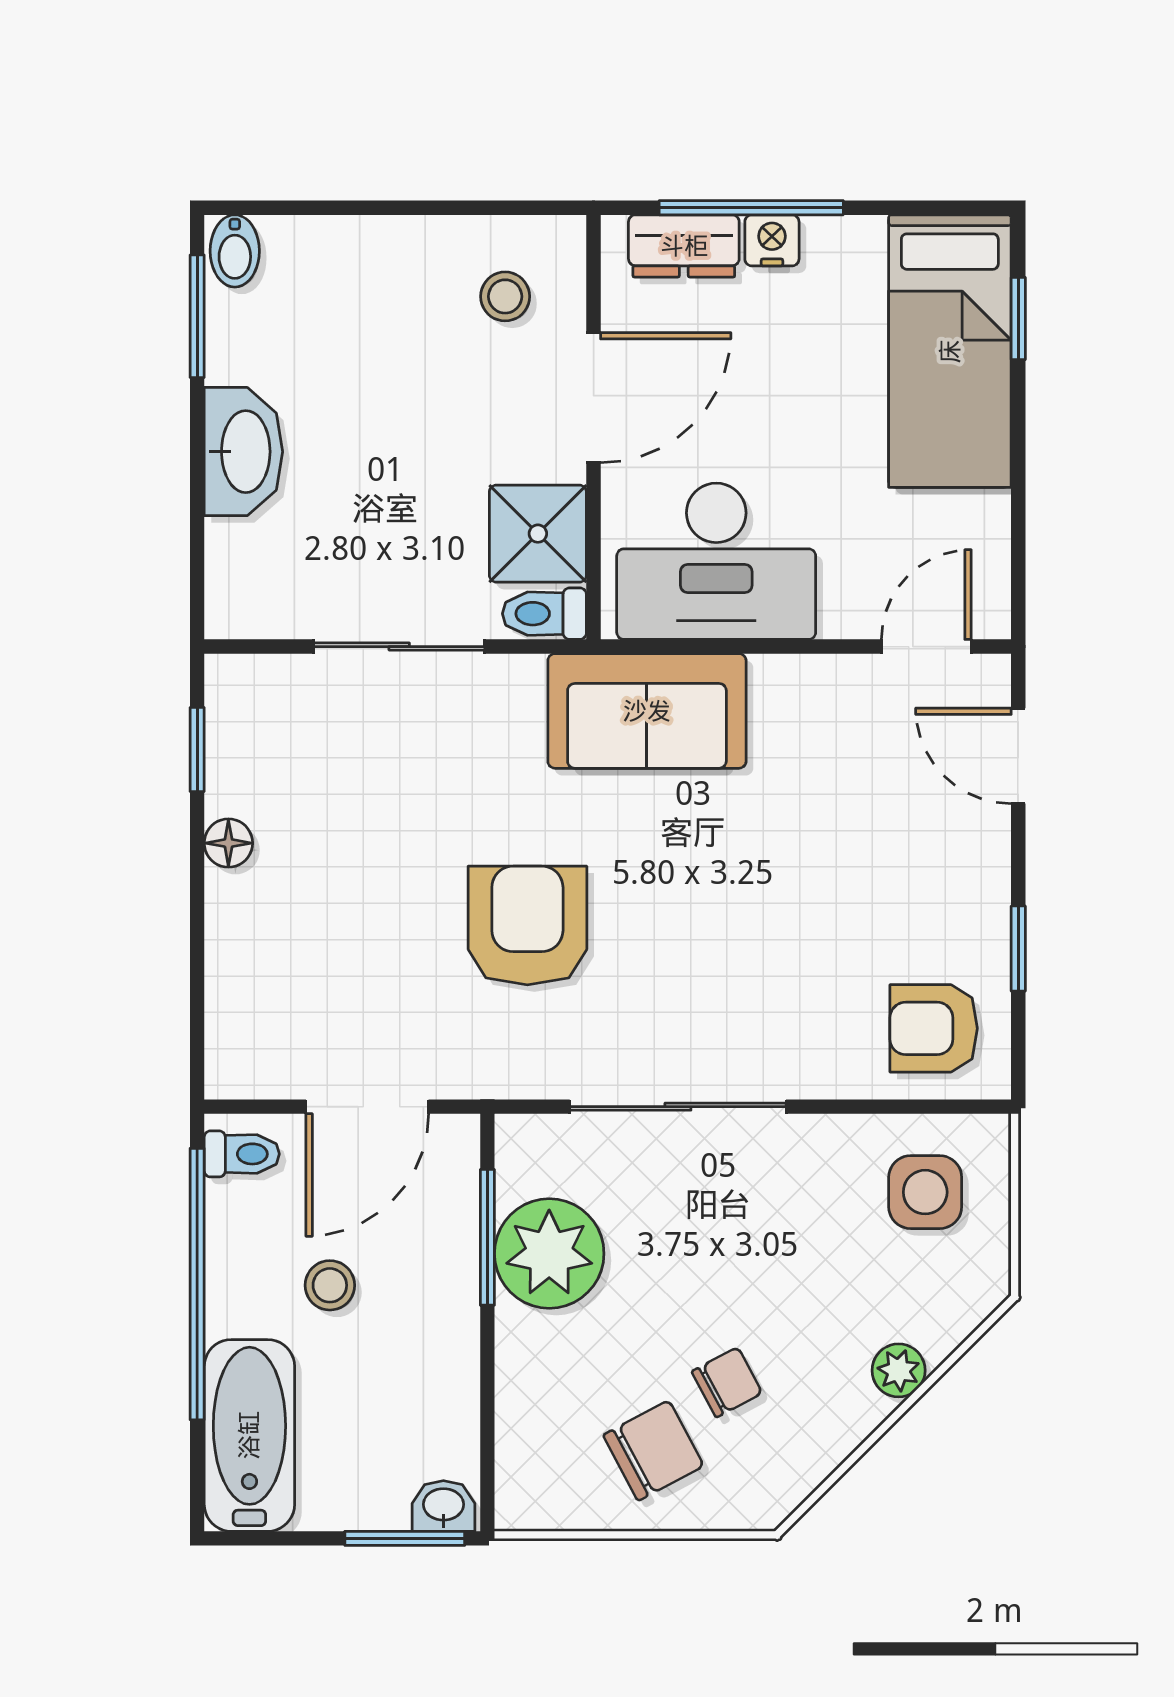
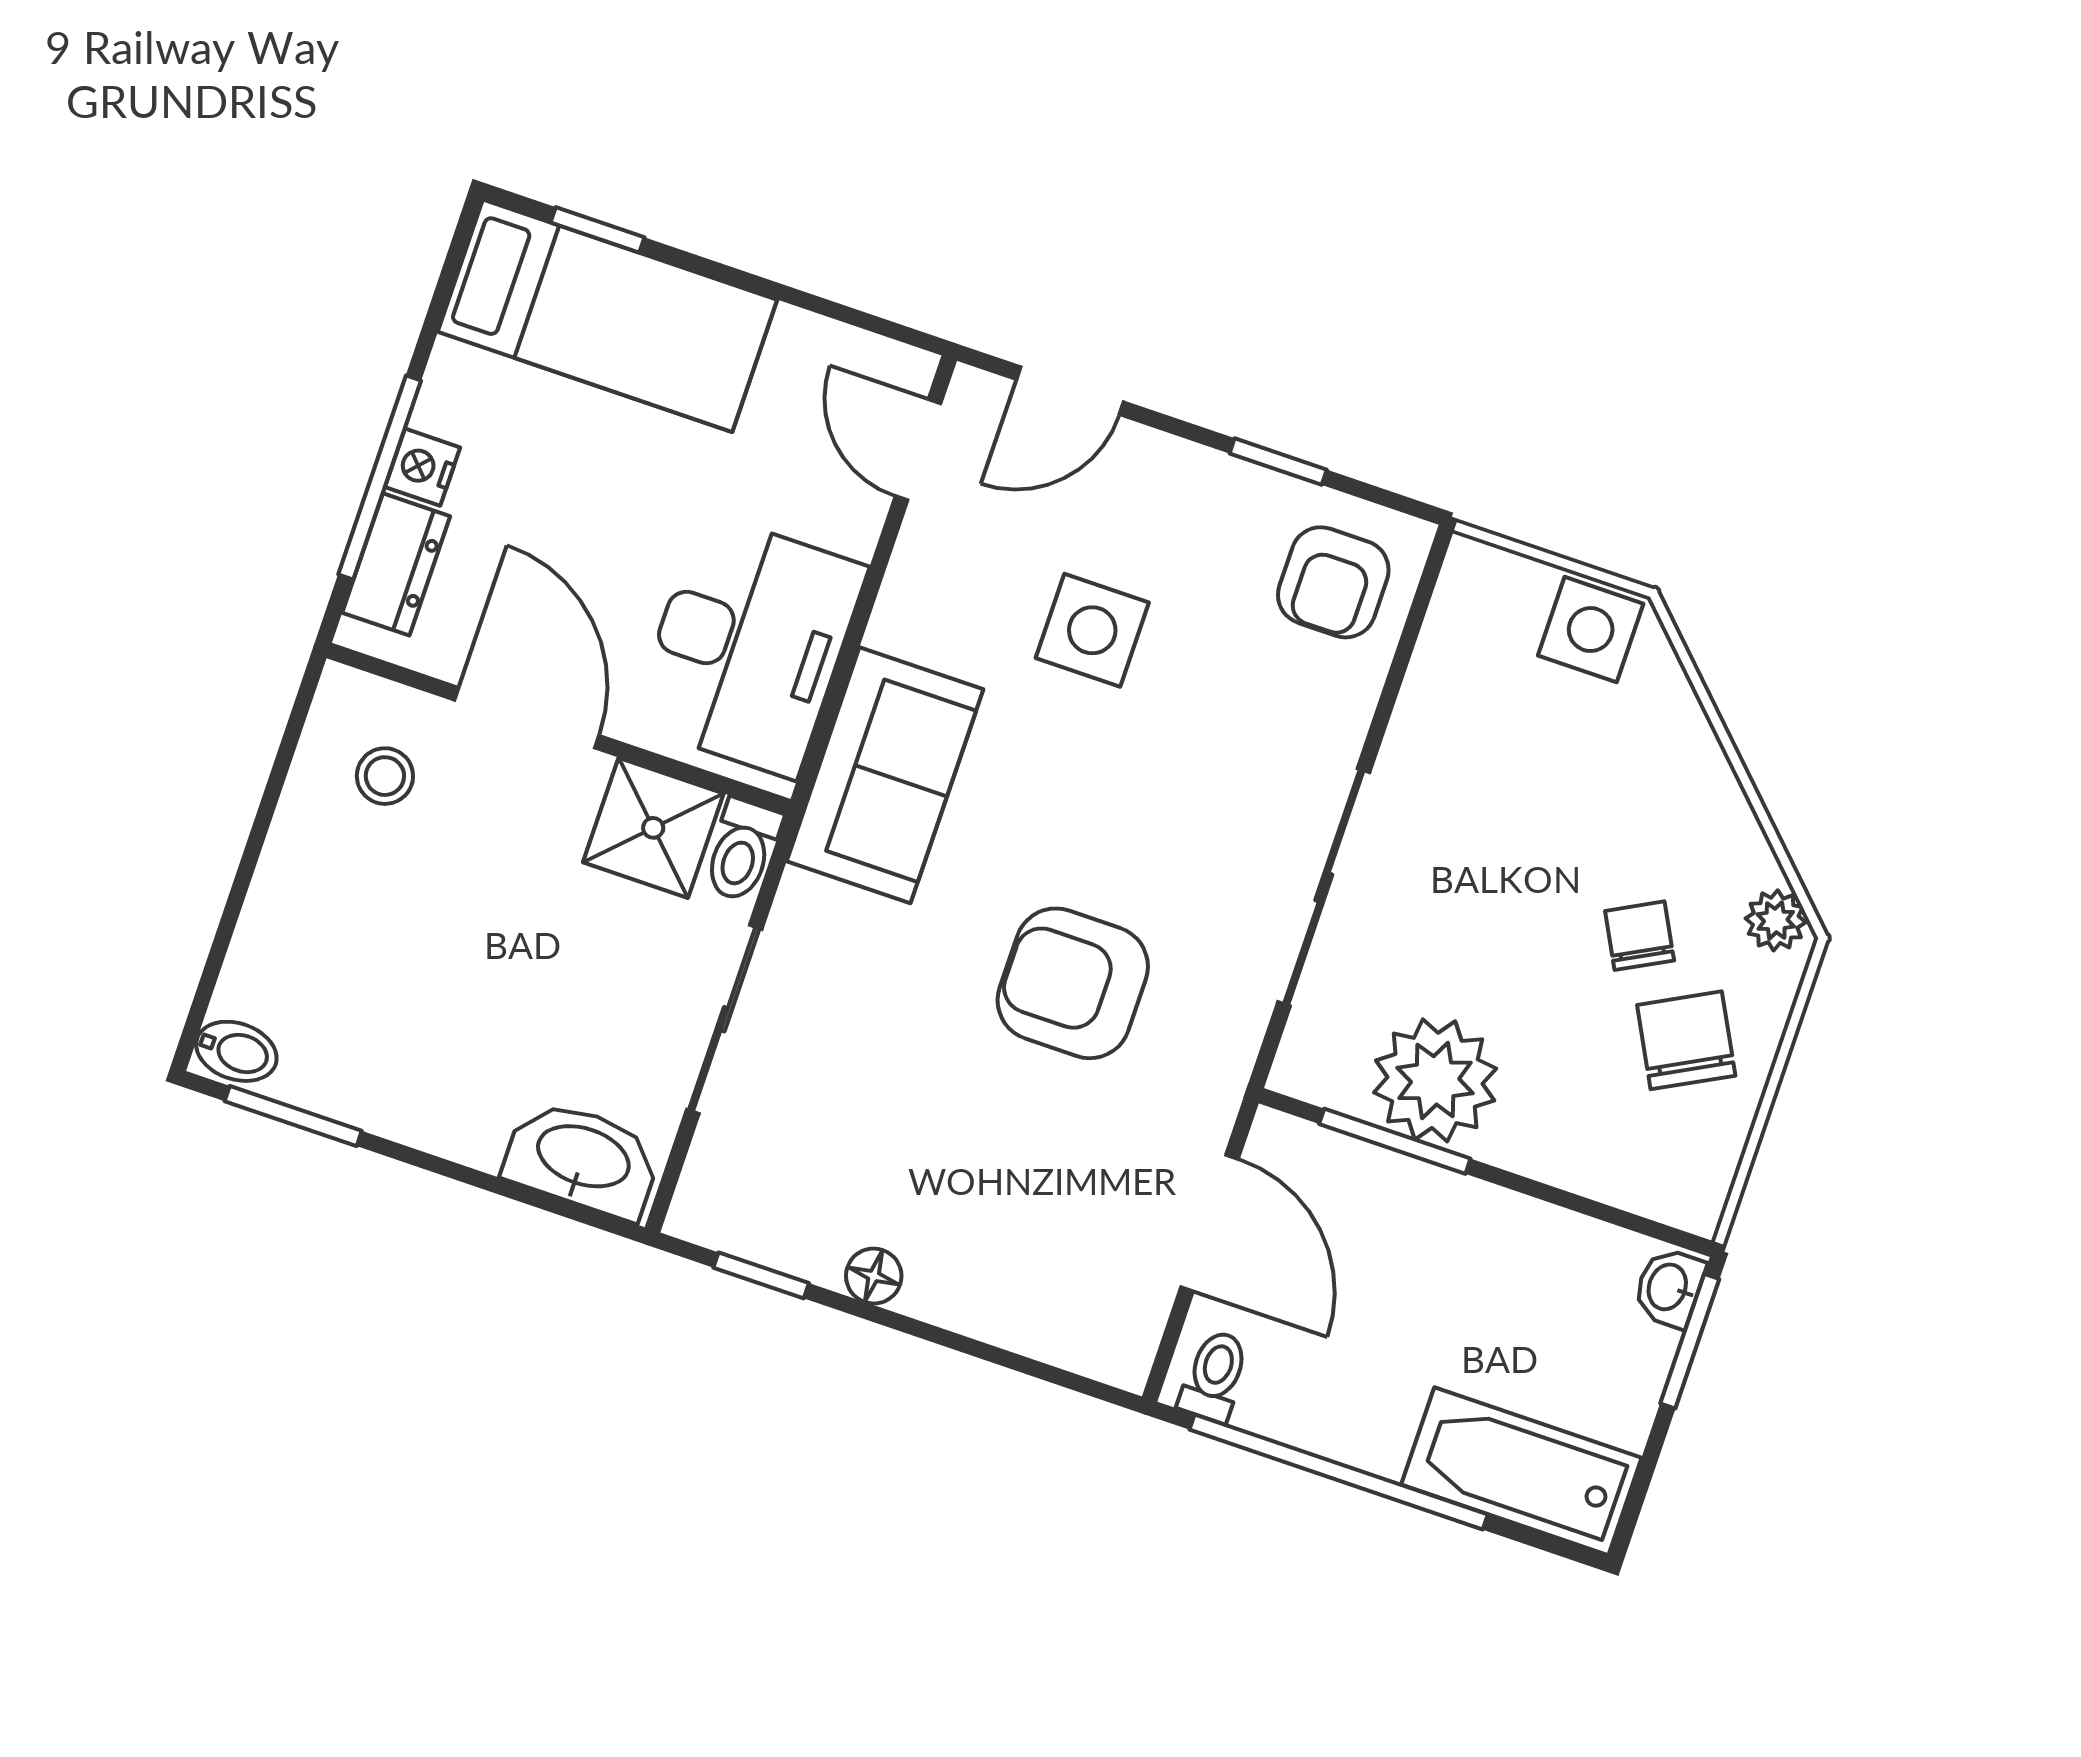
washbasin: (243, 452) -> (583, 1159), moved
side table: (826, 842) -> (1092, 630), added
side table: (925, 1192) -> (1591, 630), moved
stool: (330, 1285) -> (1389, 1329), removed
plant: (899, 1370) -> (1776, 920), moved

